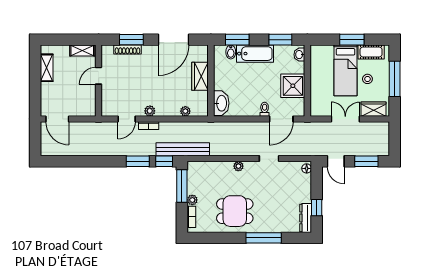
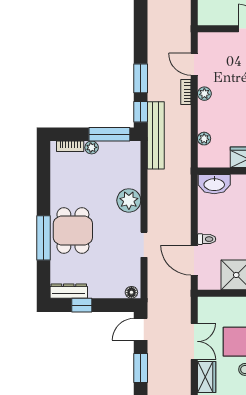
plant: (238, 166) -> (129, 200), width x1.88, depth x1.88
dining table: (235, 211) -> (73, 230), moved

